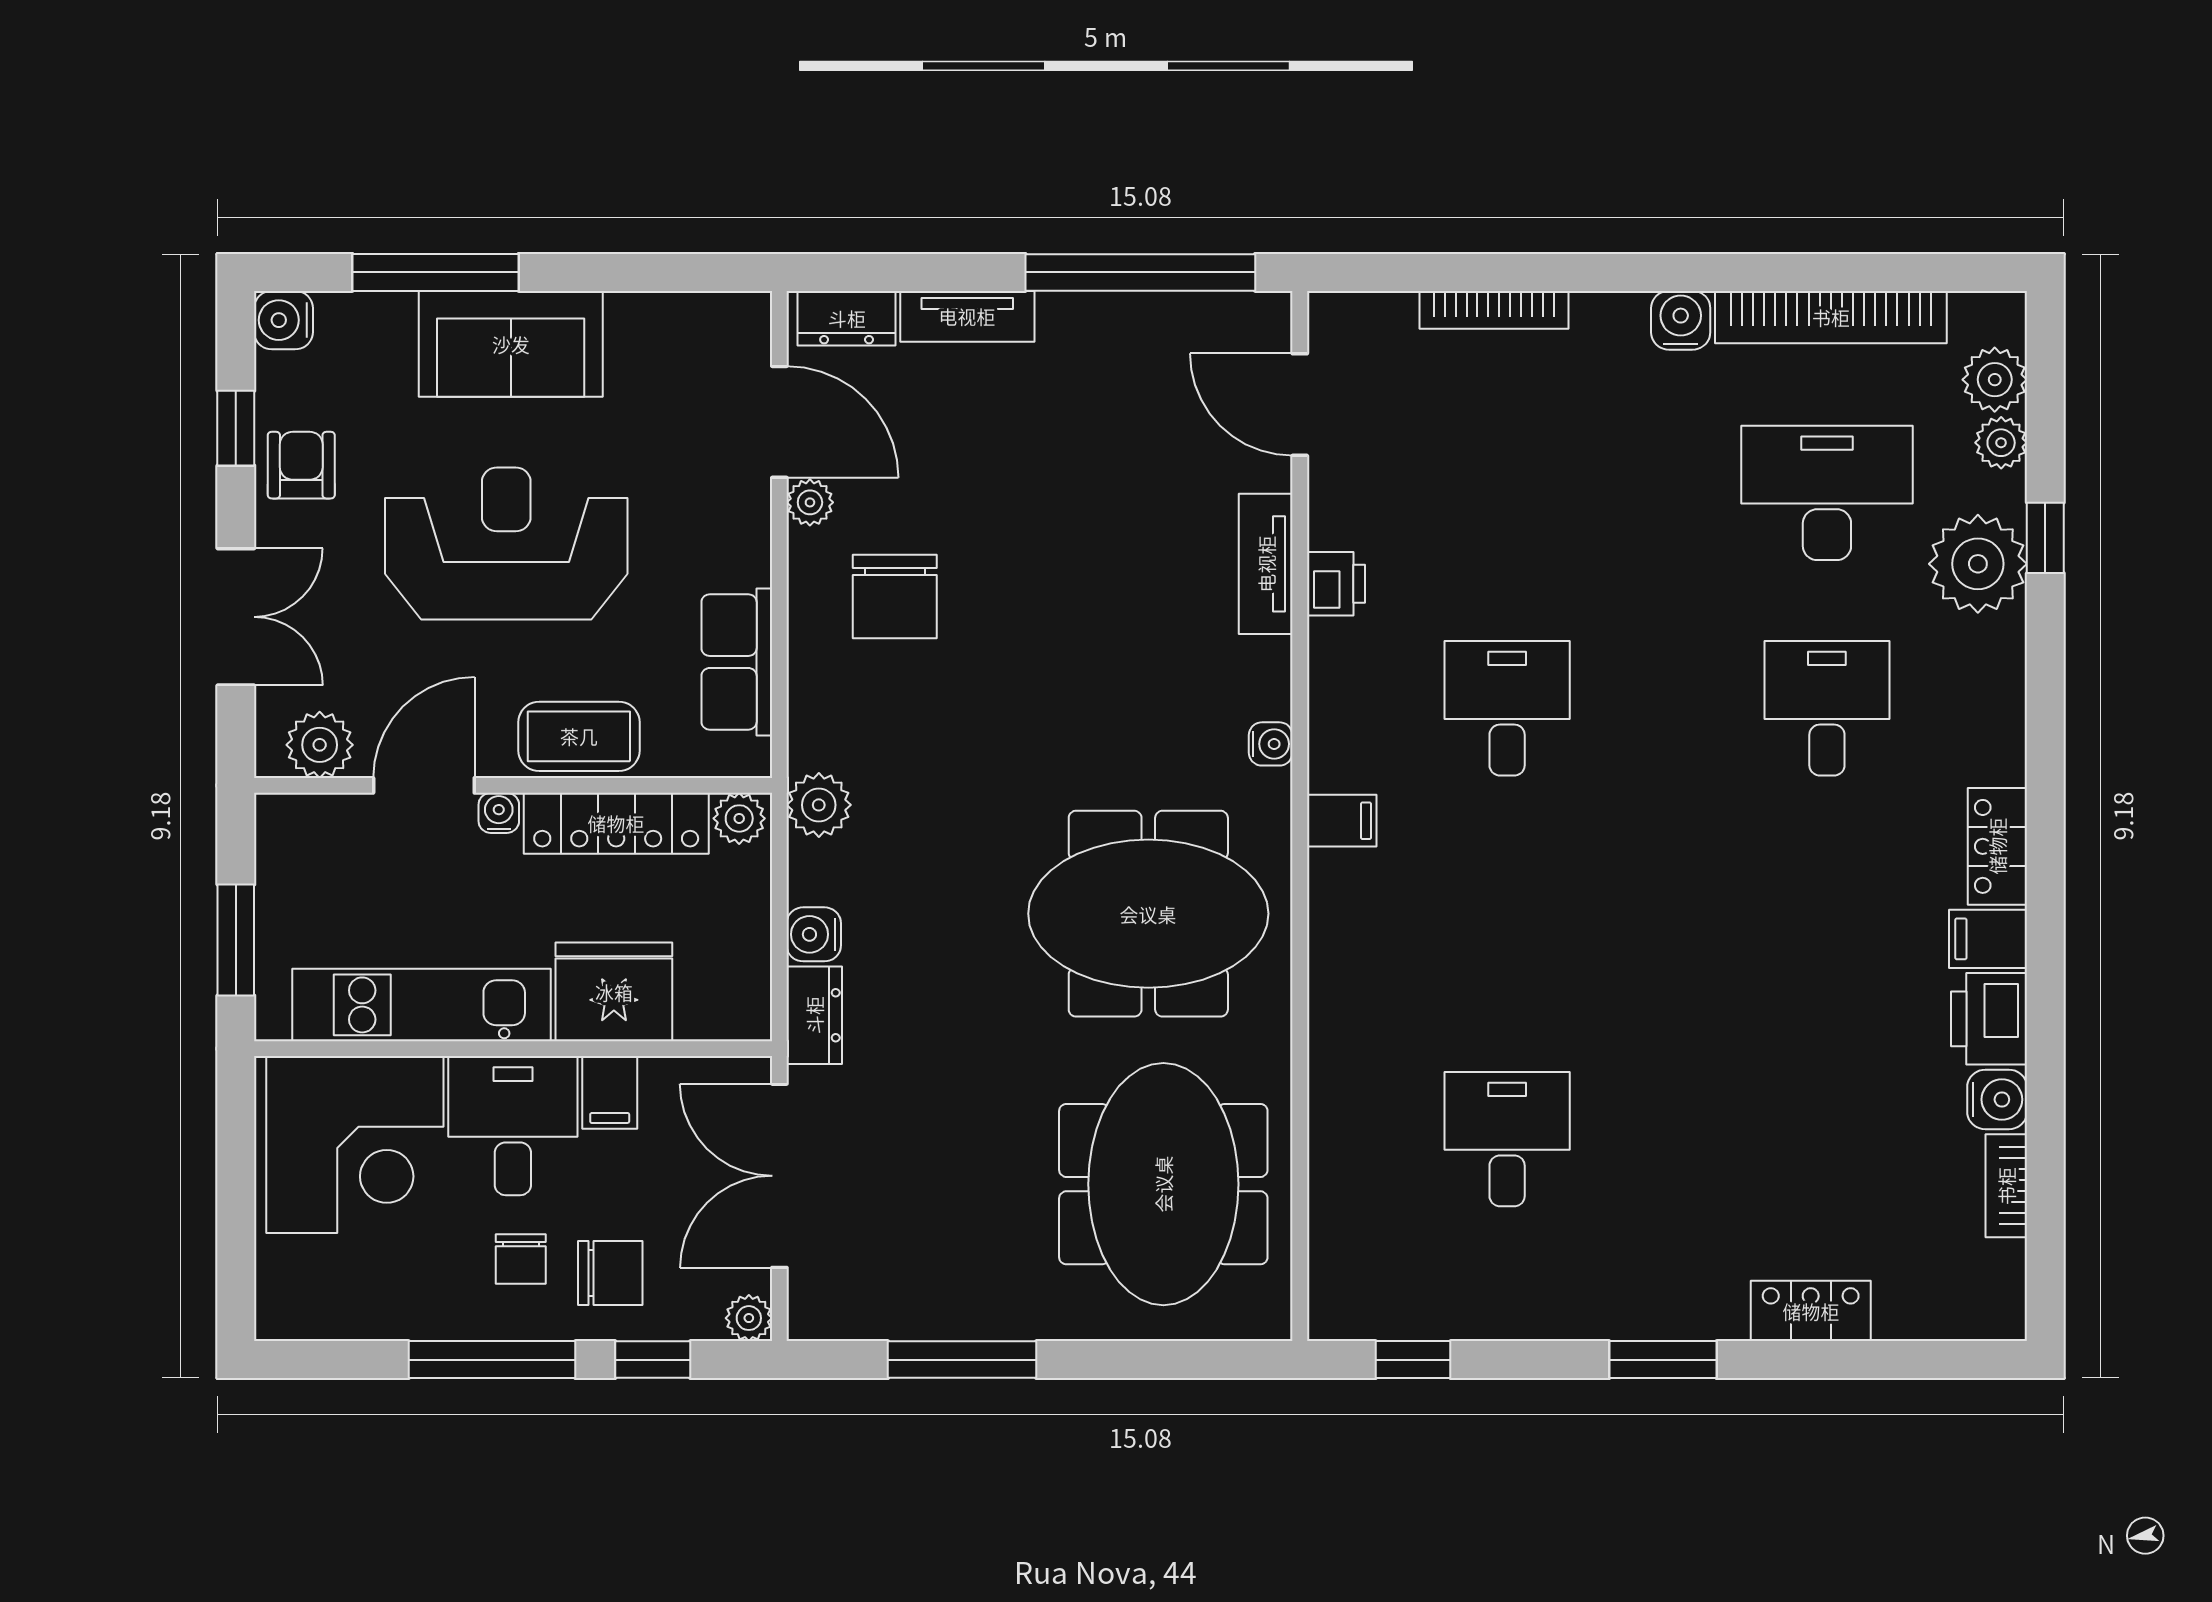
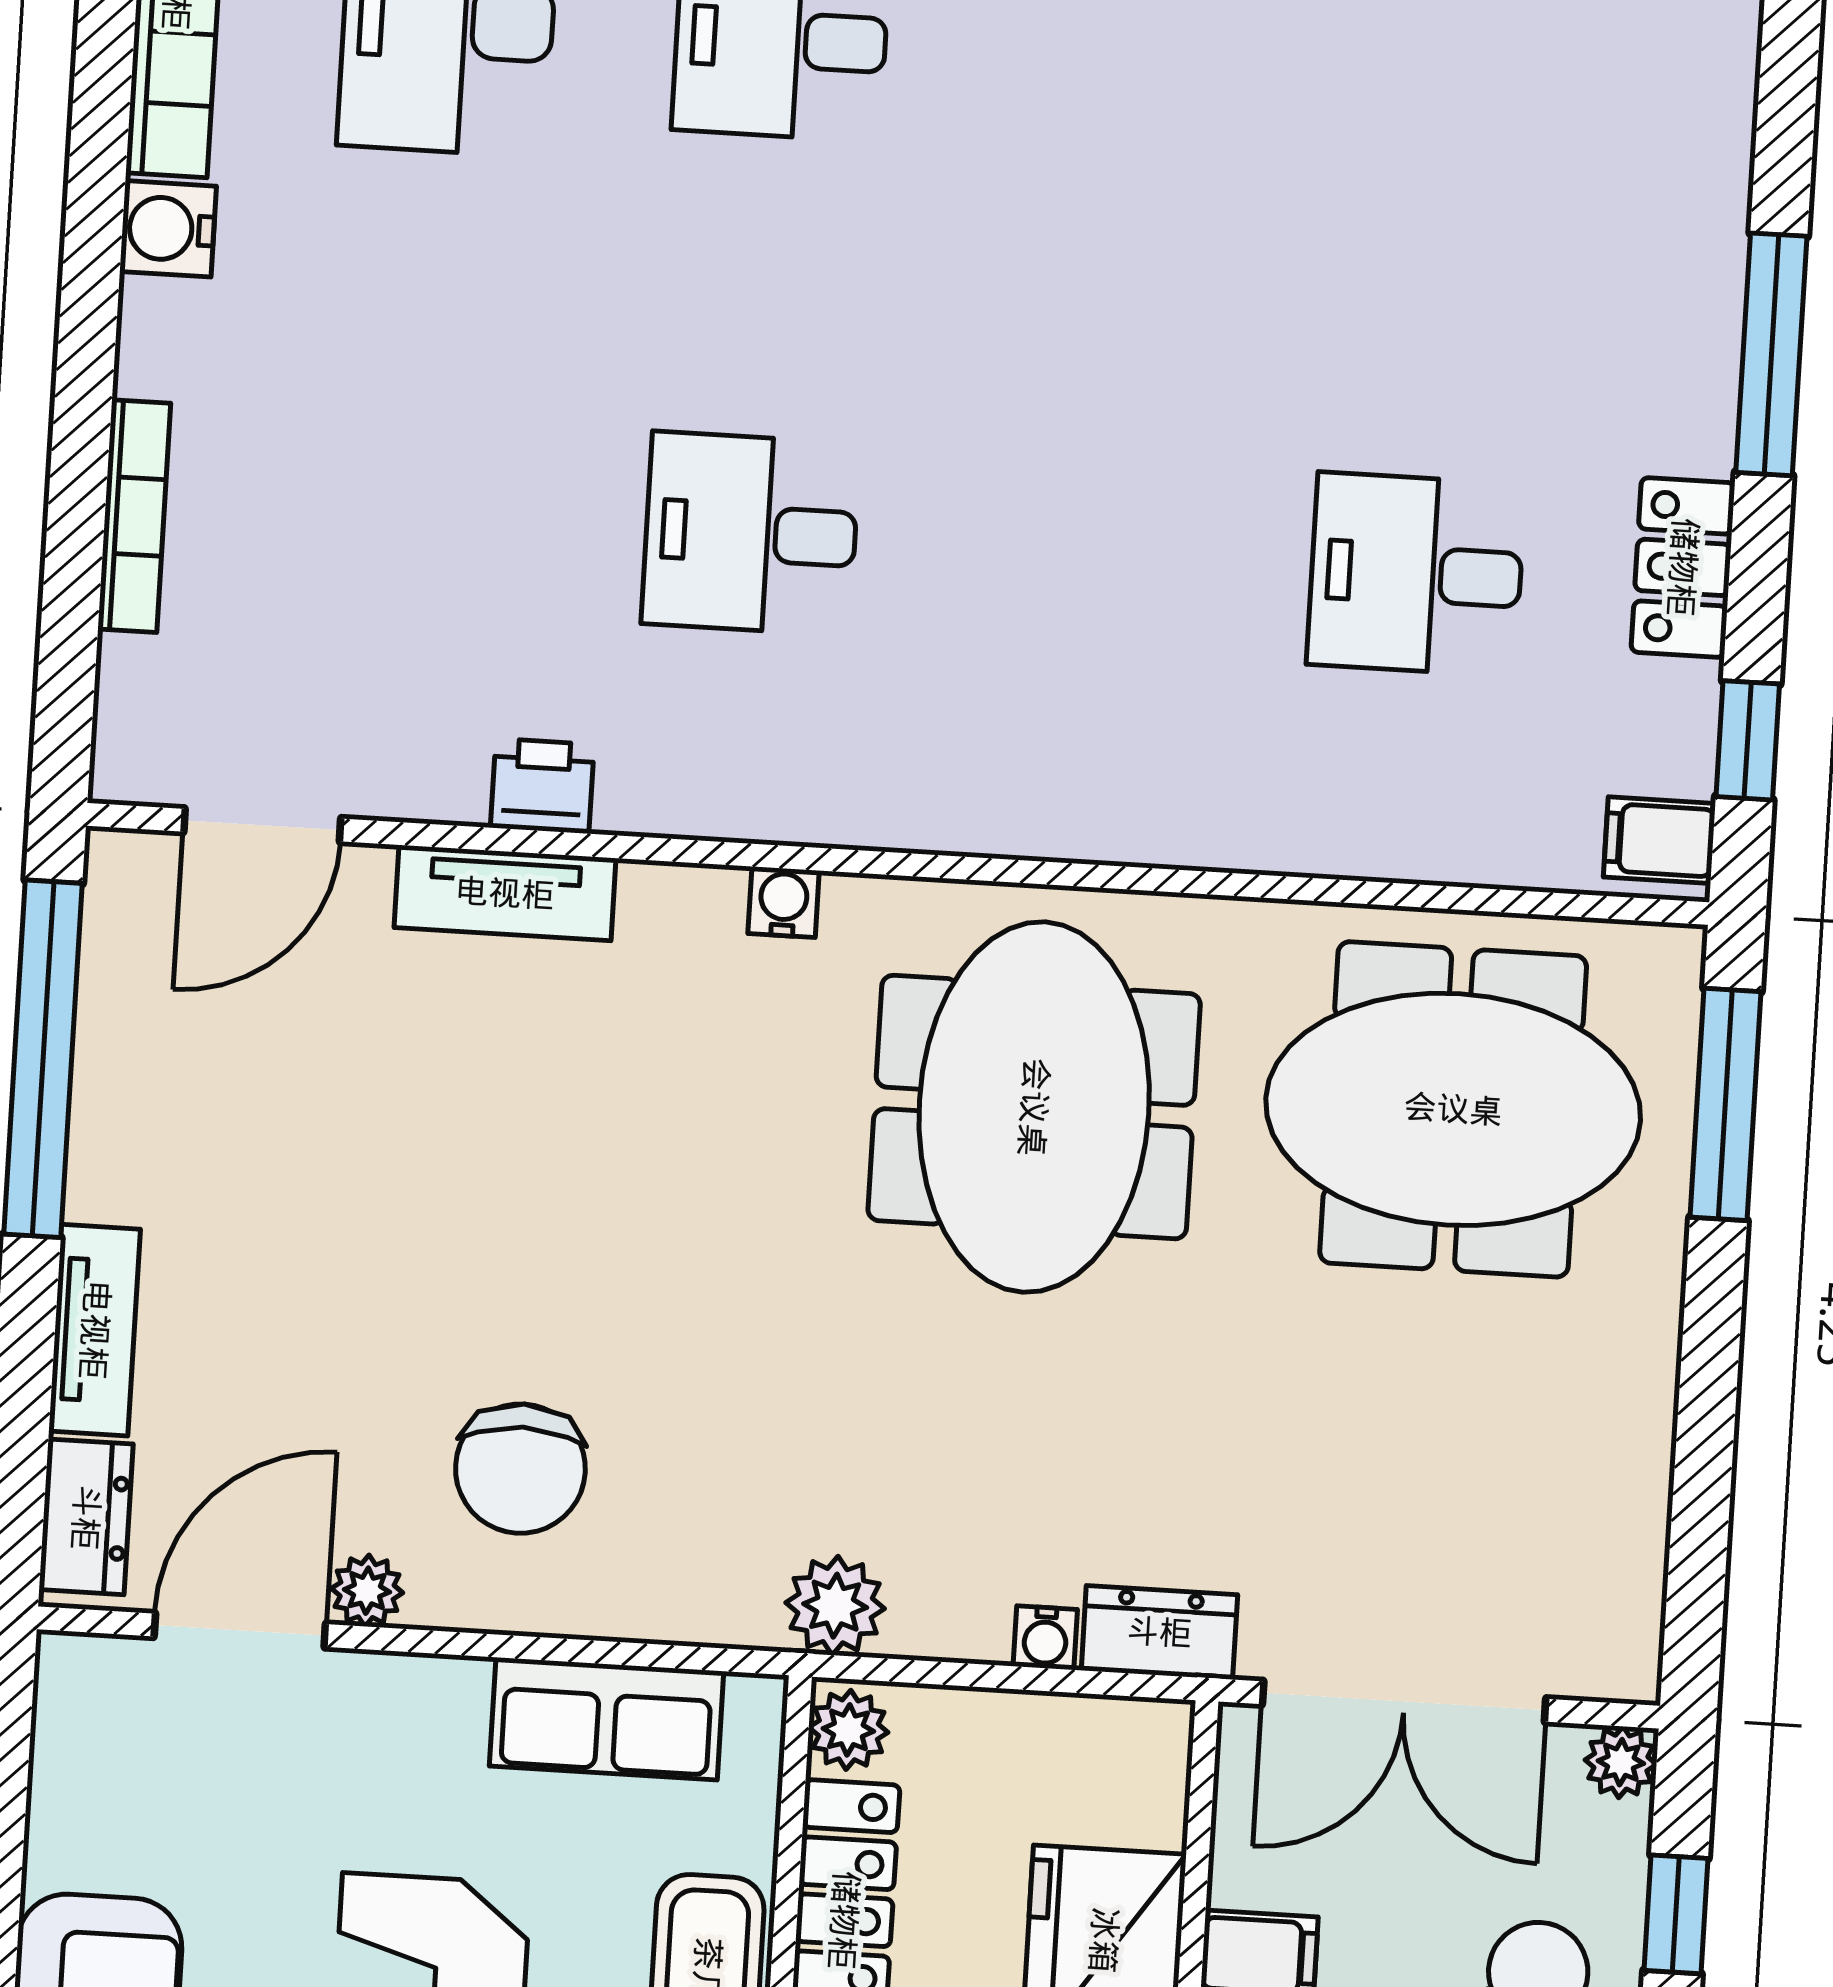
chair: (895, 597) -> (520, 1469), turned 90
filing cabinet: (1342, 821) -> (1659, 840), moved, turned -90
water cooler: (814, 934) -> (1045, 1638), width x0.72, depth x0.72
locker: (1811, 1311) -> (1683, 567), moved
window: (962, 1360) -> (1725, 1104), moved
window: (1663, 1360) -> (1771, 354), width x1.44

